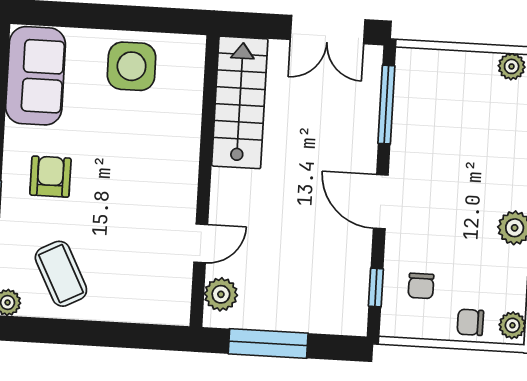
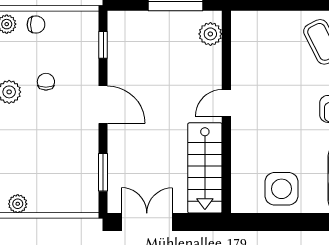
window: (386, 105) -> (103, 172), width x0.69
door: (201, 243) -> (226, 103), moved
chair: (421, 286) -> (46, 82), moved

